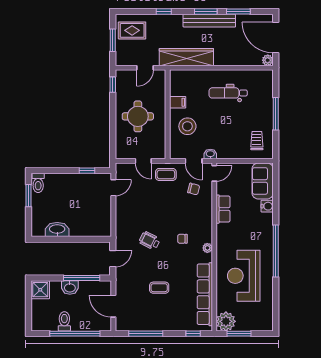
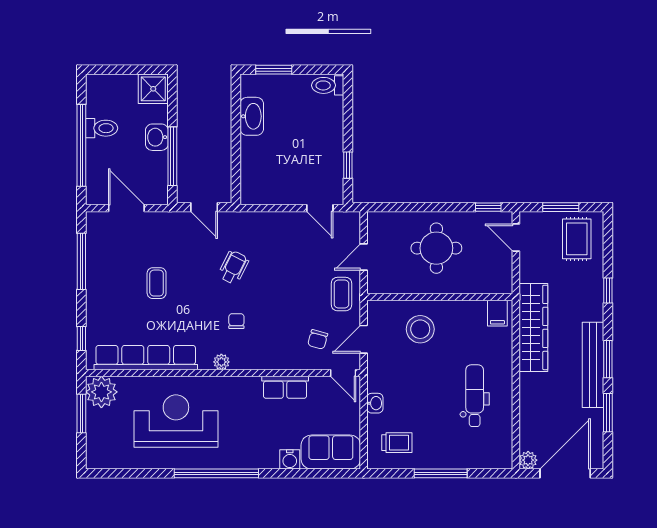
door: (145, 68) -> (516, 238), moved
filing cabinet: (178, 102) -> (497, 313), moved
washbasin: (210, 154) -> (375, 403), moved
window: (29, 196) -> (274, 70), moved
door: (113, 306) -> (126, 208), hinge flipped

